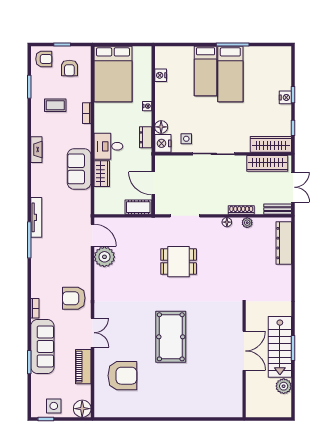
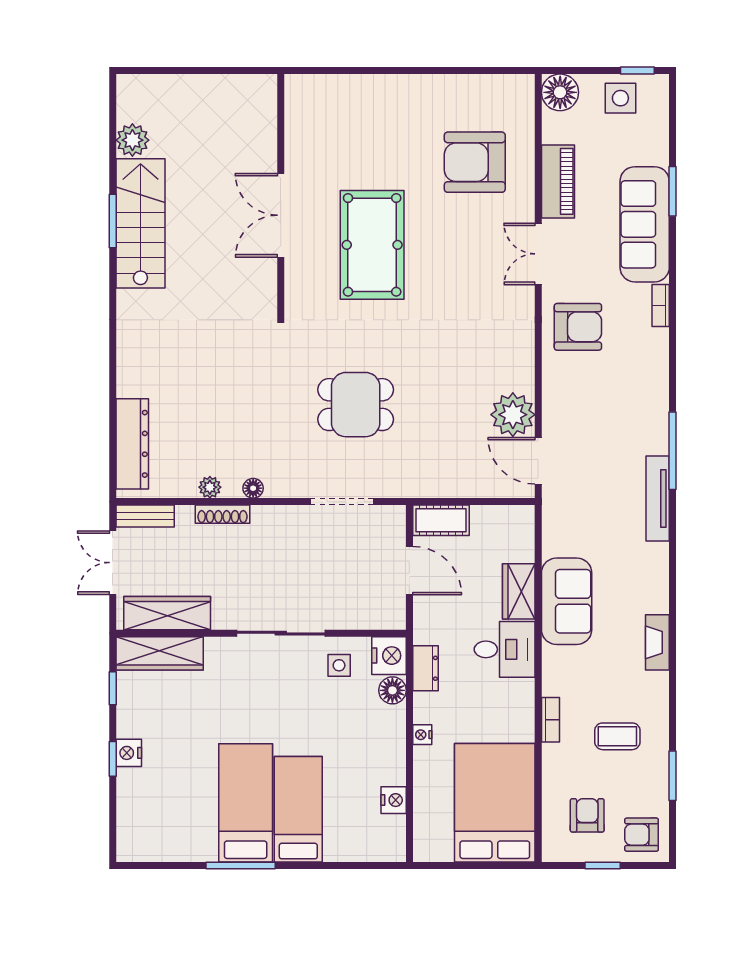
double door: (244, 351) -> (281, 215), moved
wall: (244, 360) -> (281, 195), moved

